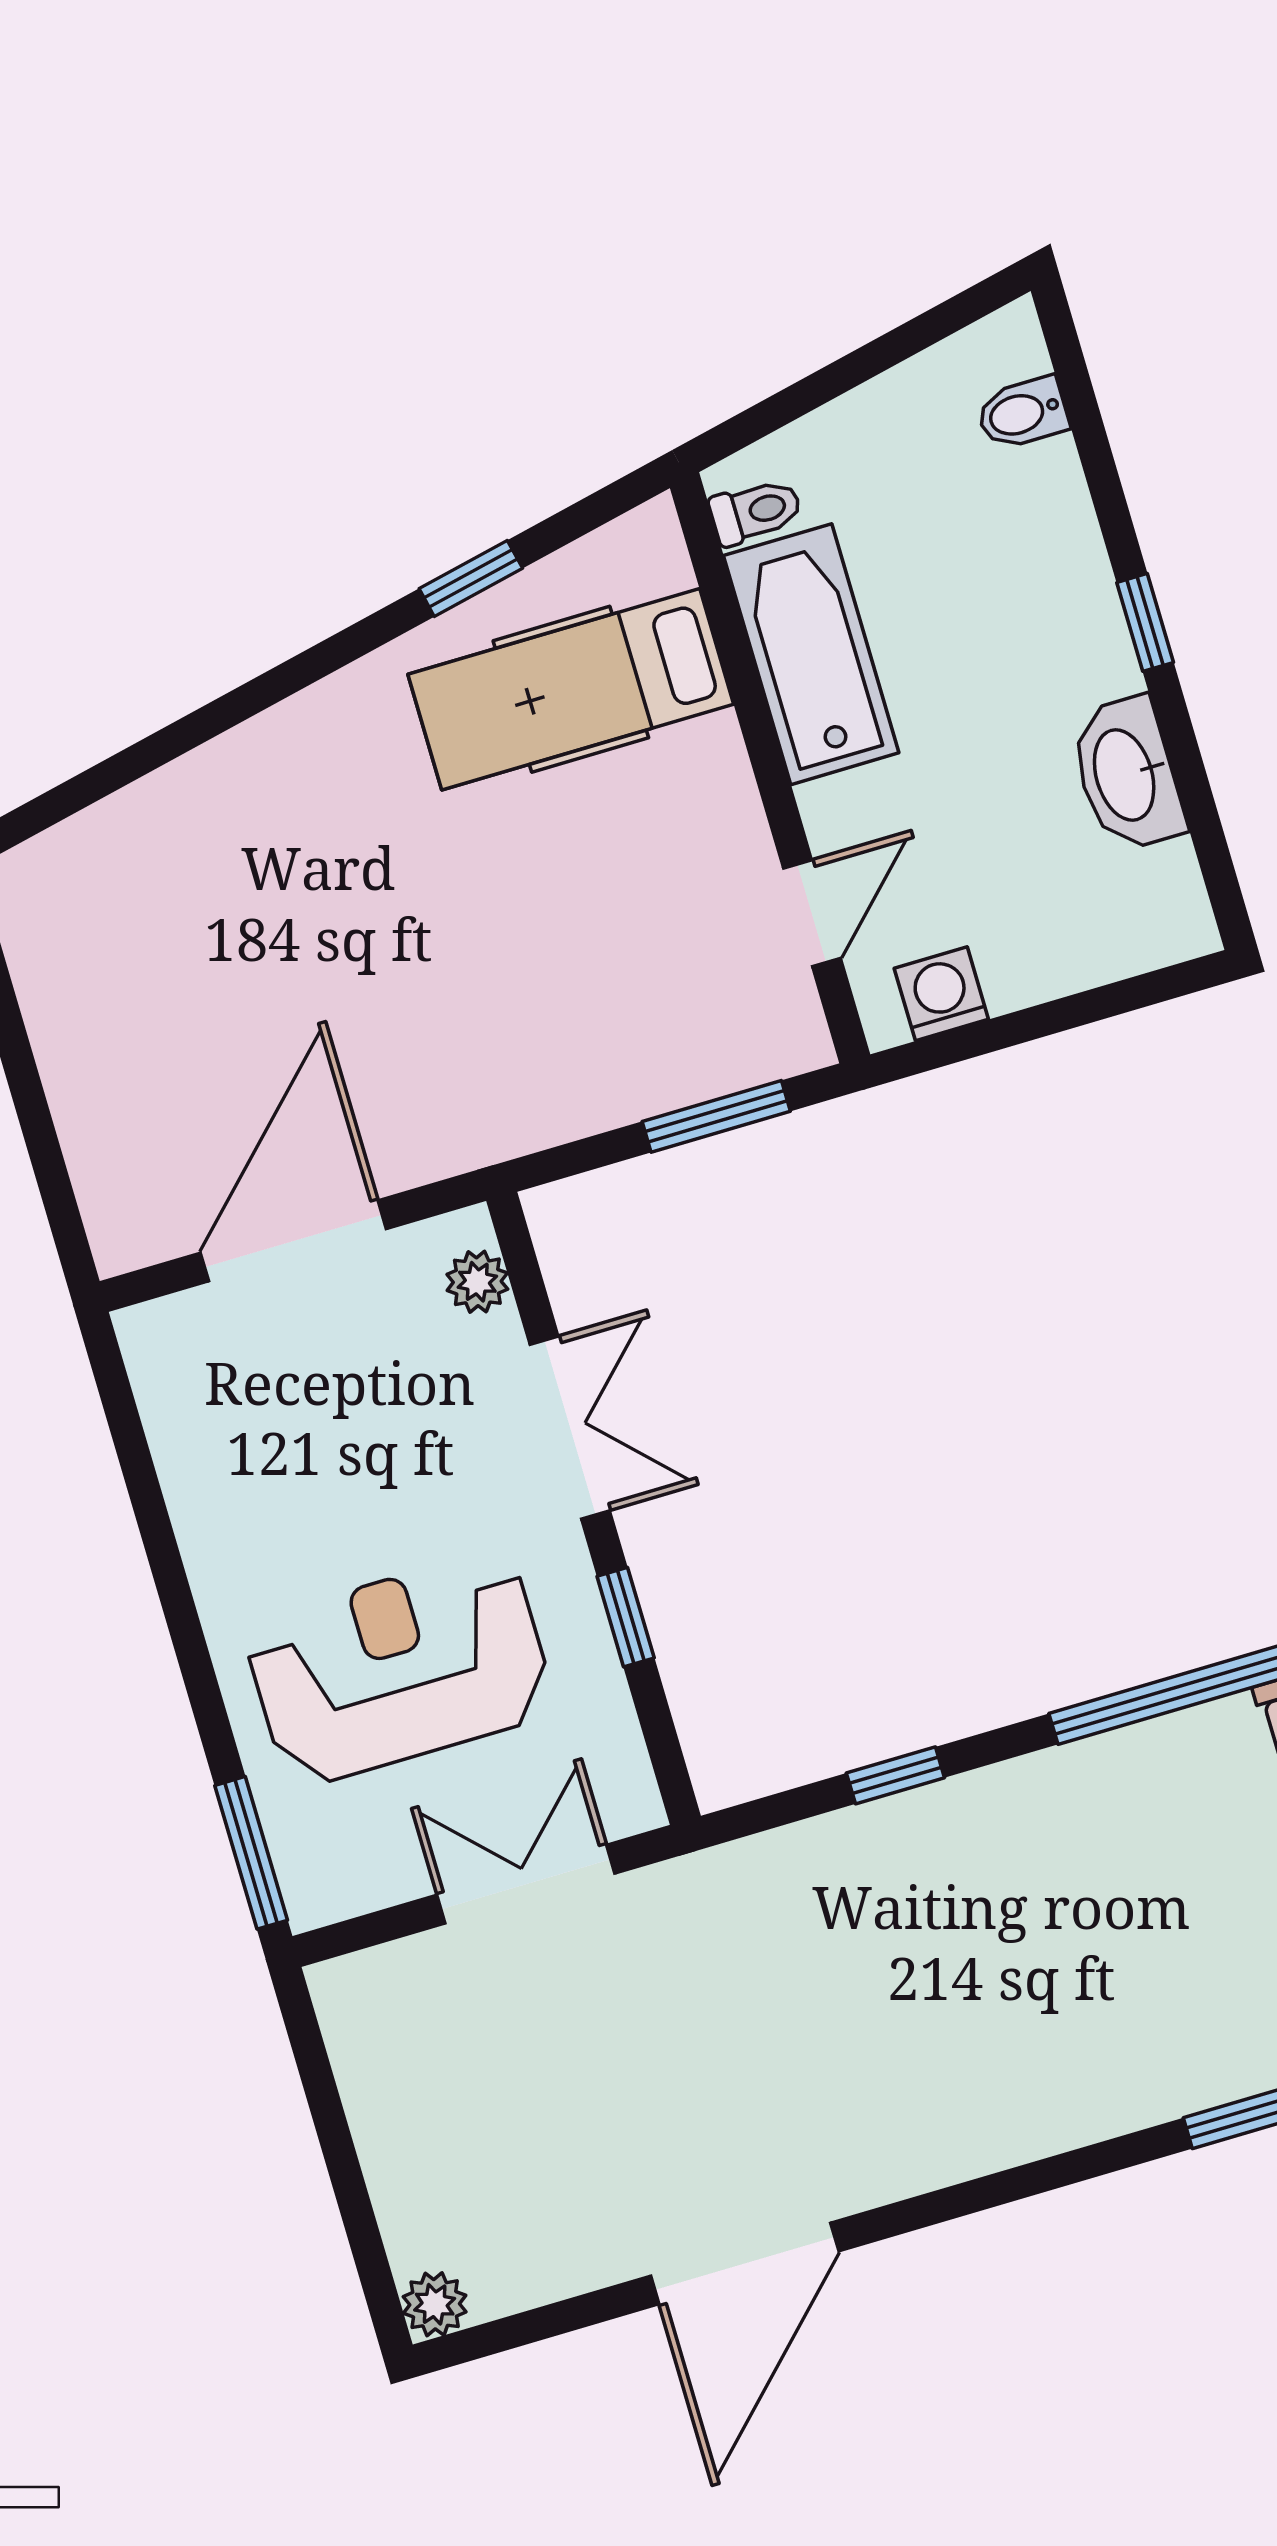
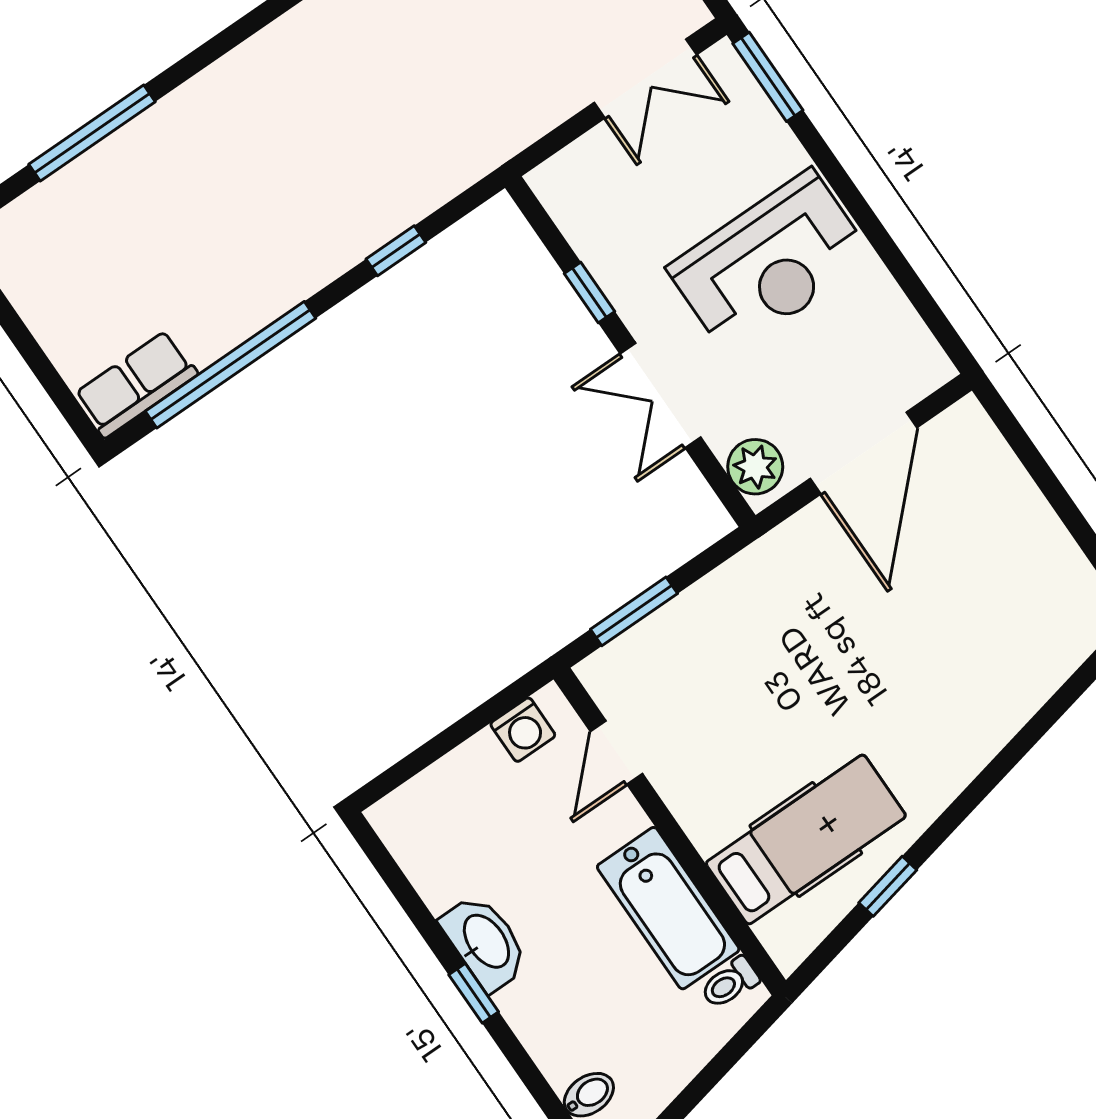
washbasin: (1127, 774) -> (485, 942), moved
plant: (477, 1282) -> (755, 467), width x1.38, depth x1.38
reception desk: (399, 1668) -> (770, 263), moved
double door: (526, 1884) -> (645, 79), moved

